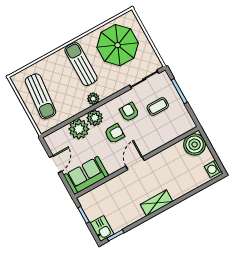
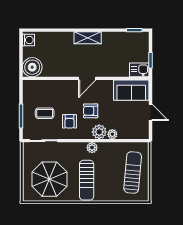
plant: (79, 129) -> (112, 134), width x0.53, depth x0.53
door: (56, 164) -> (150, 112), swing flipped
kitchen sink: (102, 229) -> (139, 70), moved, turned 90

